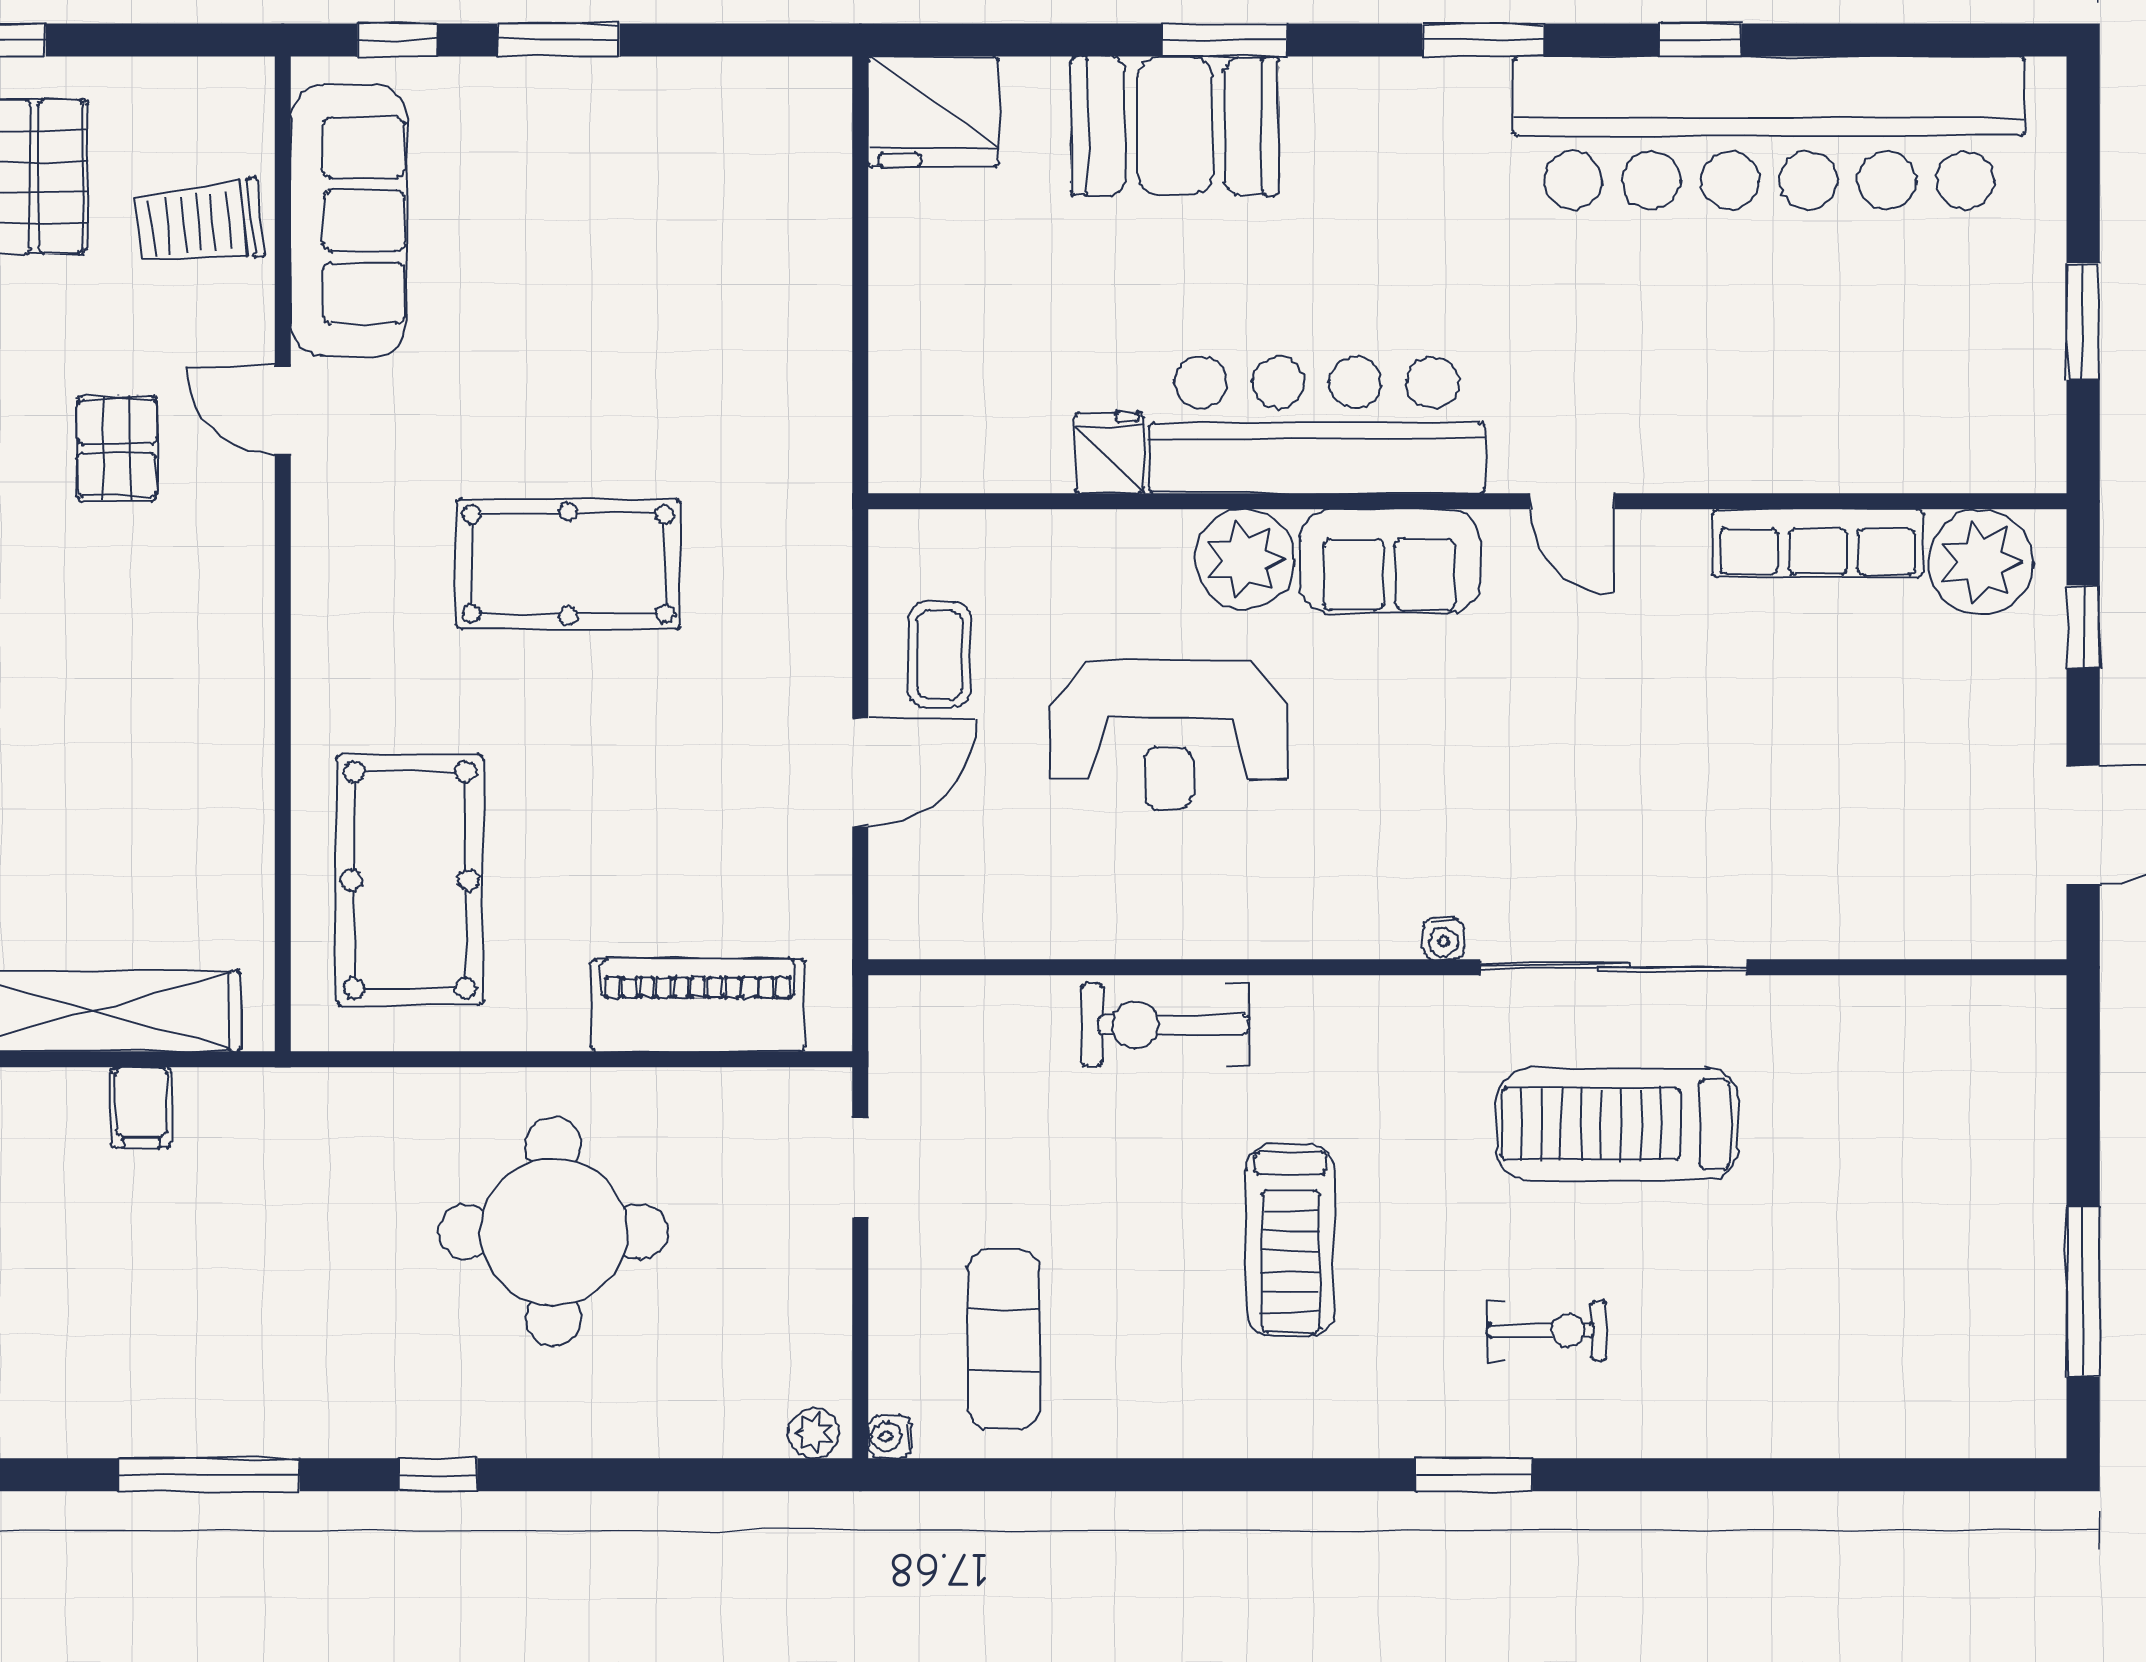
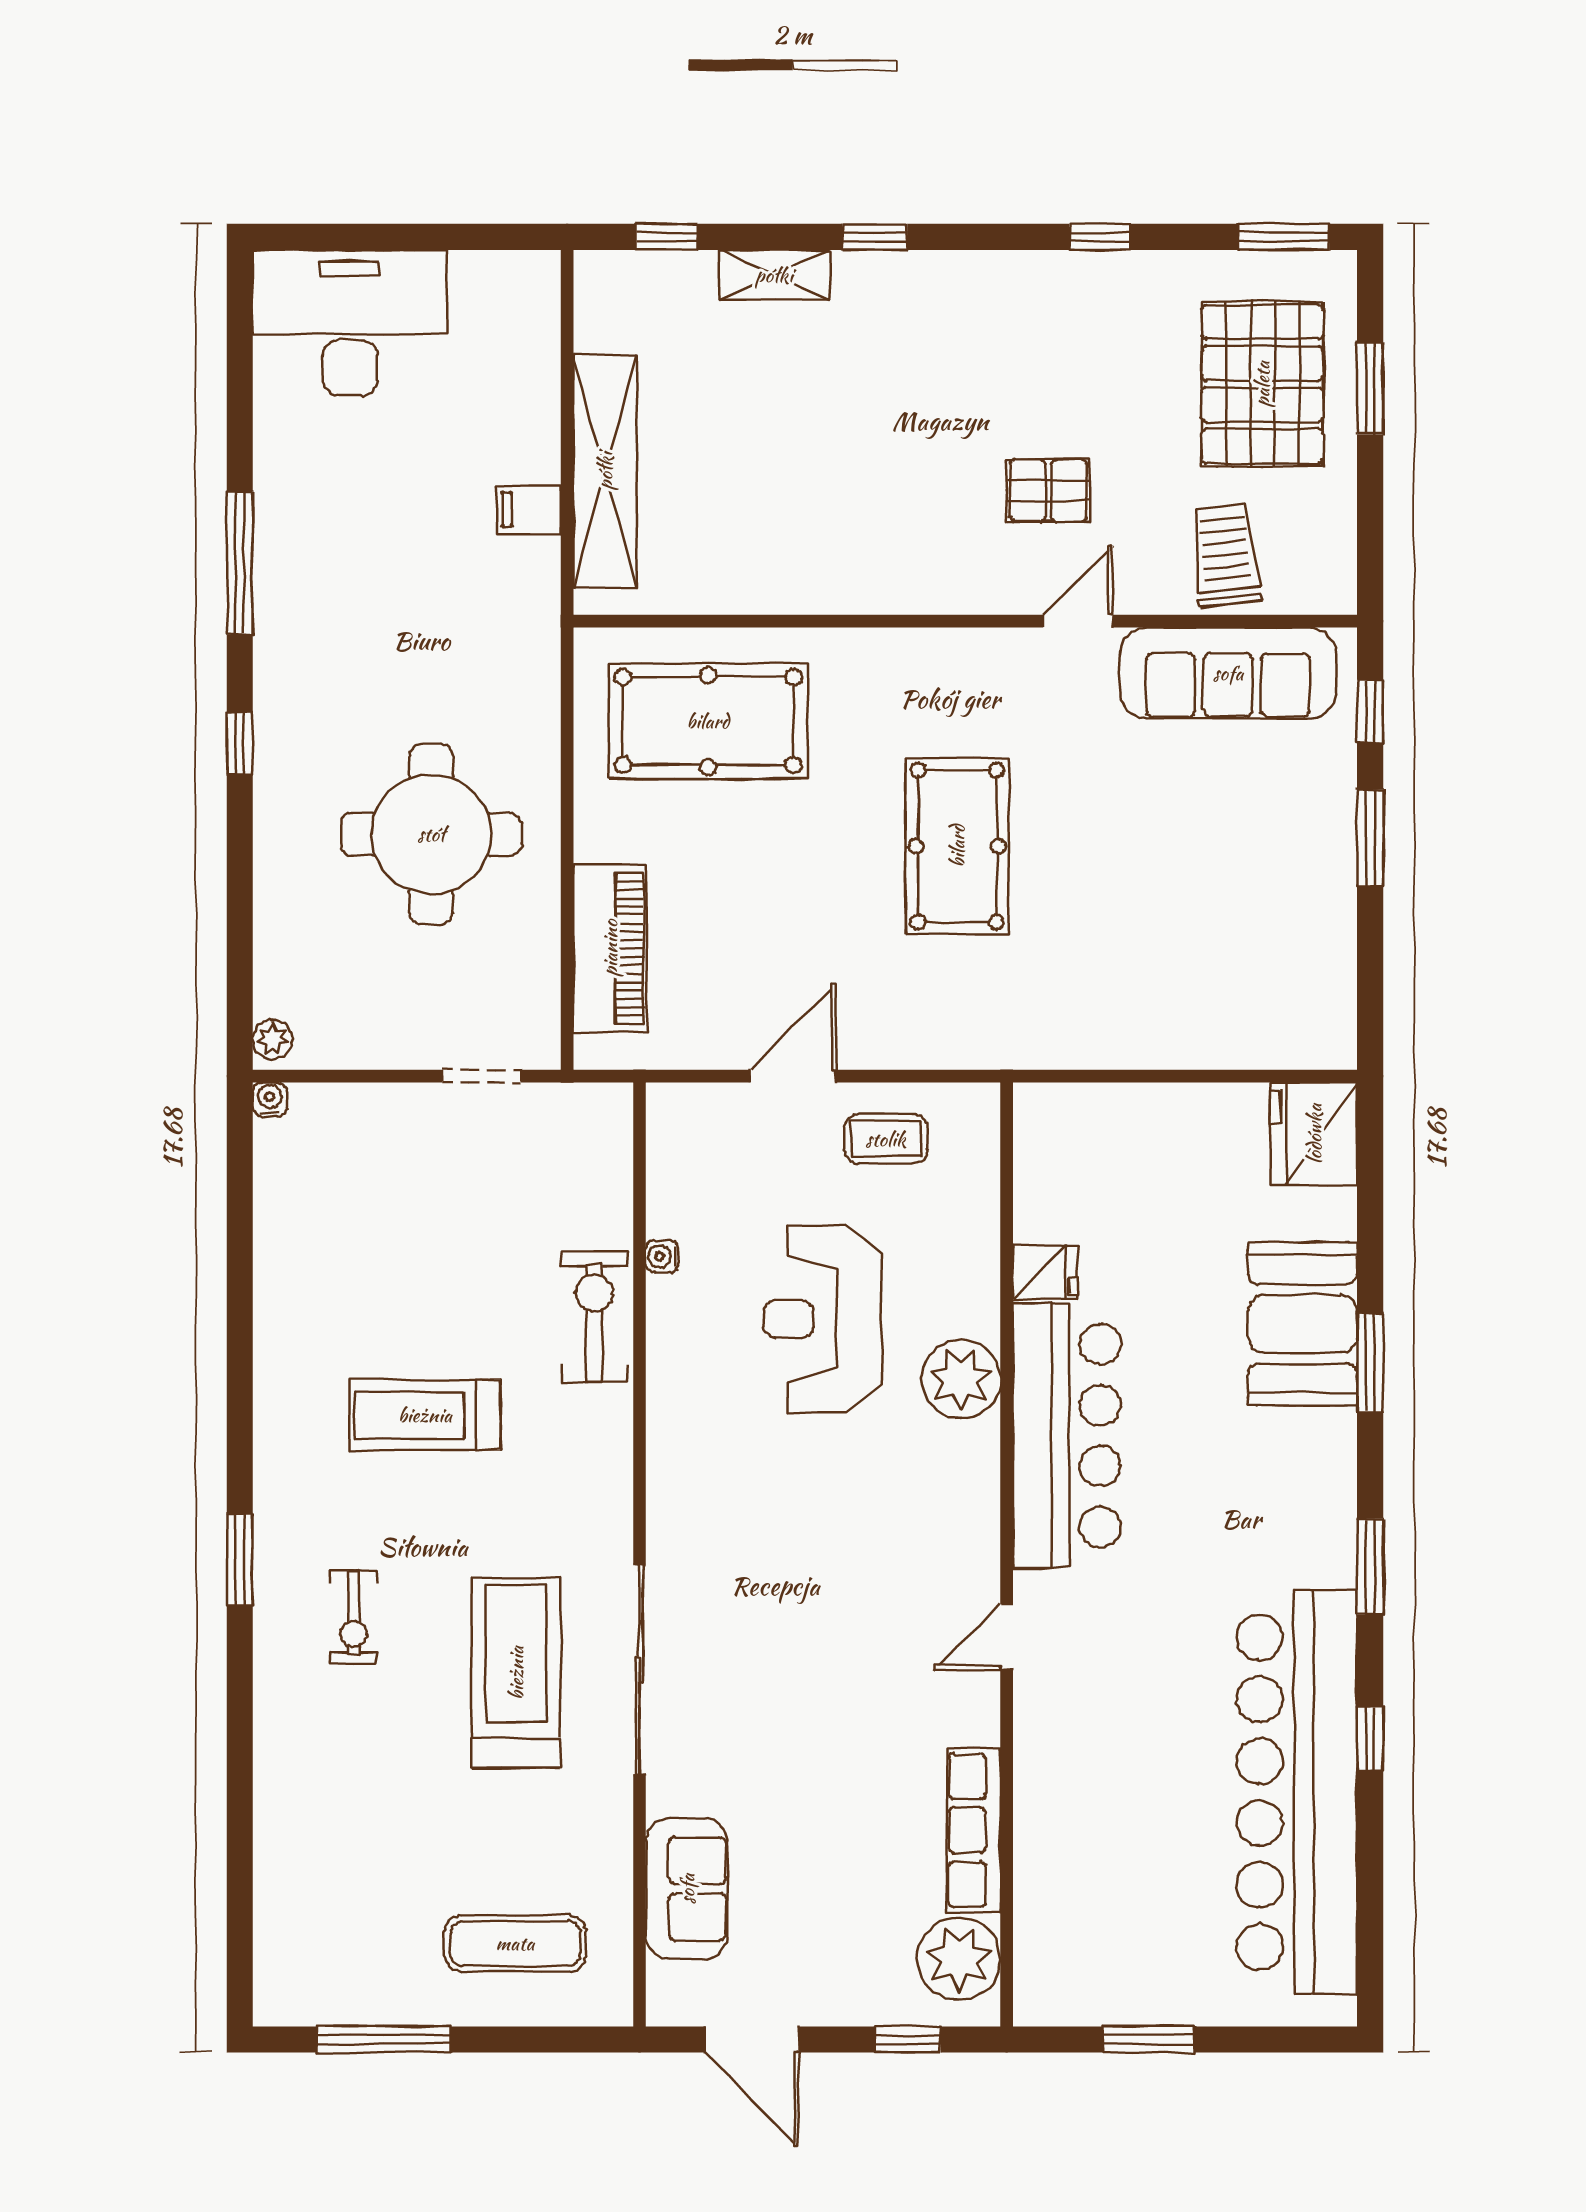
sofa: (1390, 561) -> (687, 1889), moved, turned 180
door: (860, 772) -> (793, 1076), swing flipped
water cooler: (1444, 939) -> (662, 1256), moved
exercise mat: (1003, 1339) -> (515, 1943), moved

